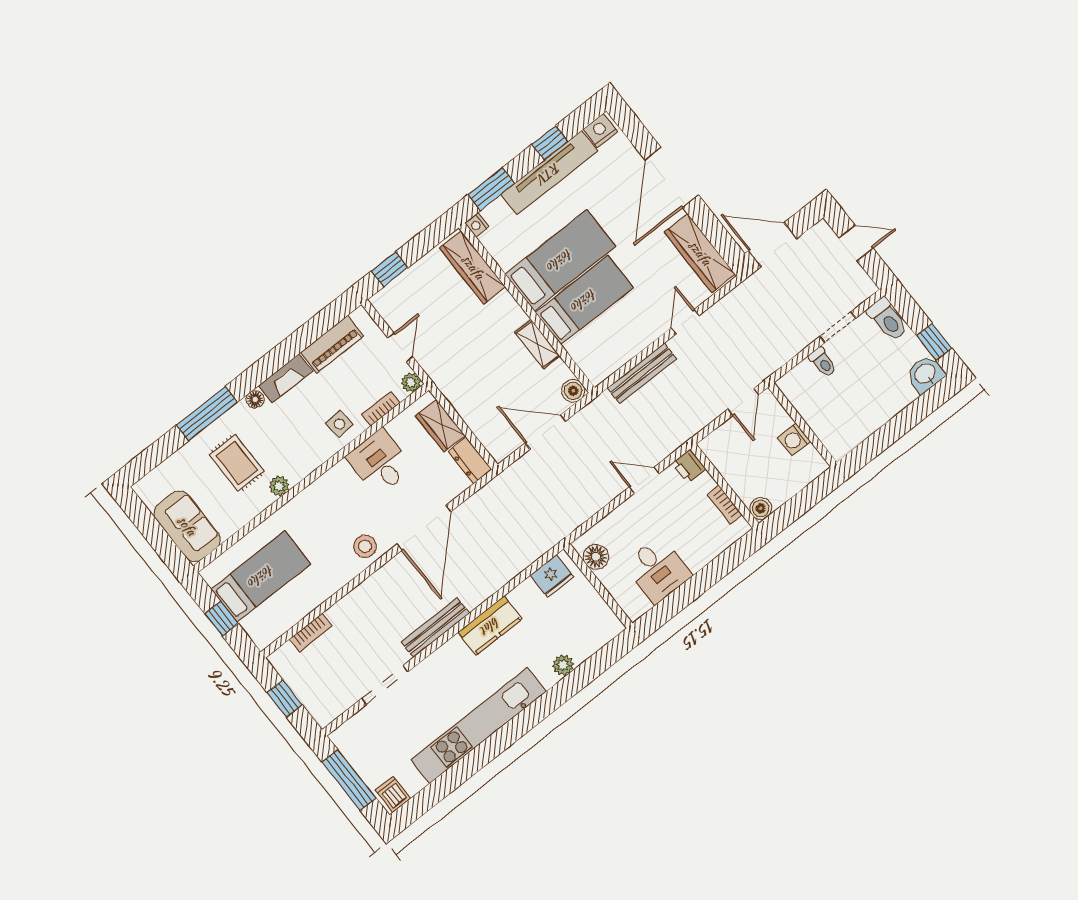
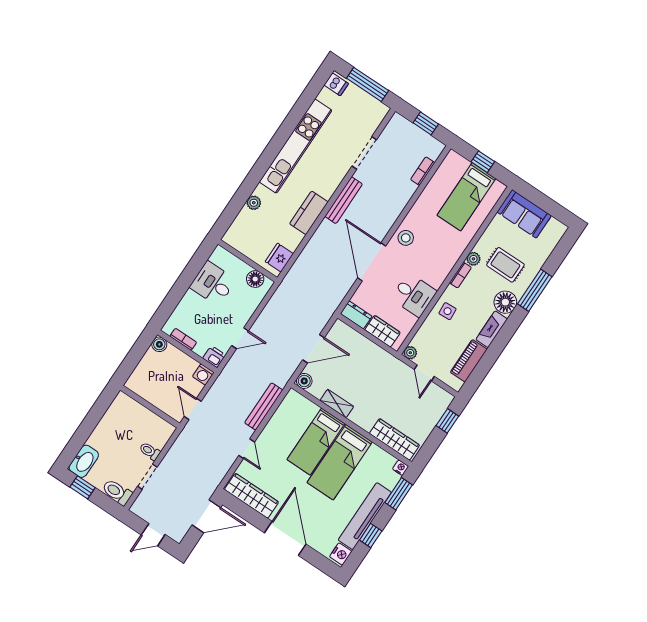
washbasin: (925, 374) -> (84, 461), width x1.38
floor lamp: (255, 399) -> (505, 302), width x1.89, depth x1.89
bookcase: (381, 409) -> (460, 275), moved
washing machine: (794, 439) -> (203, 374), moved, turned 180

